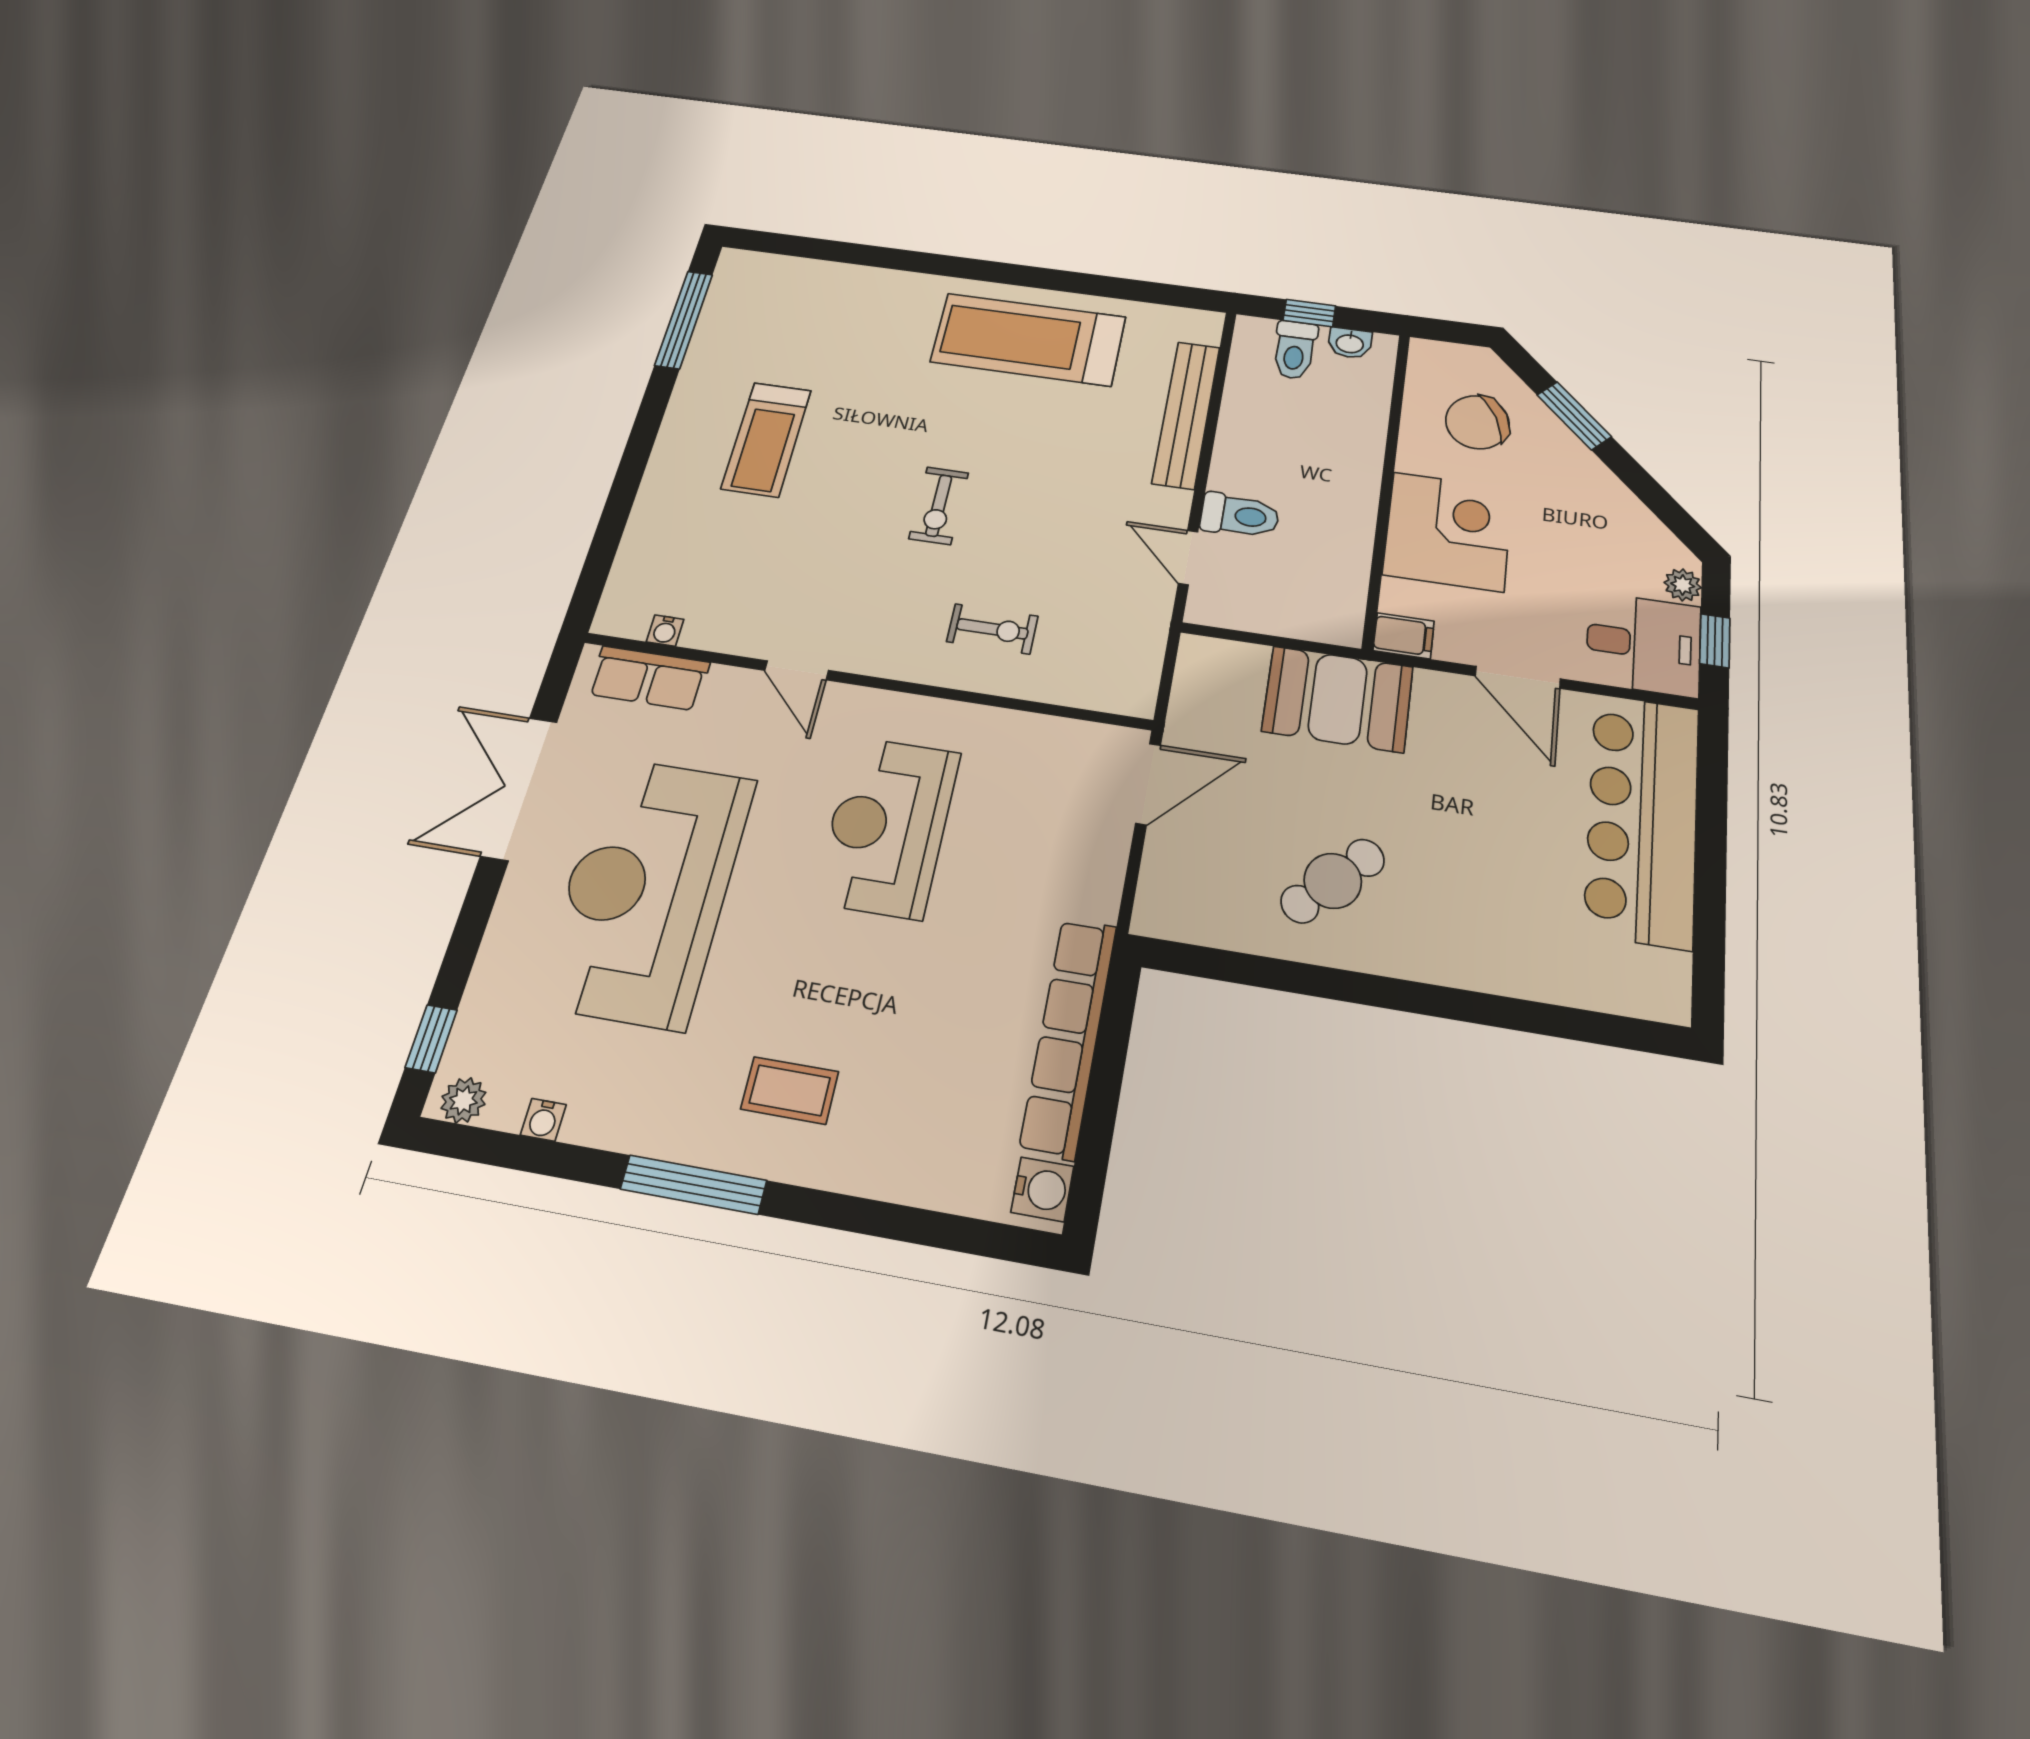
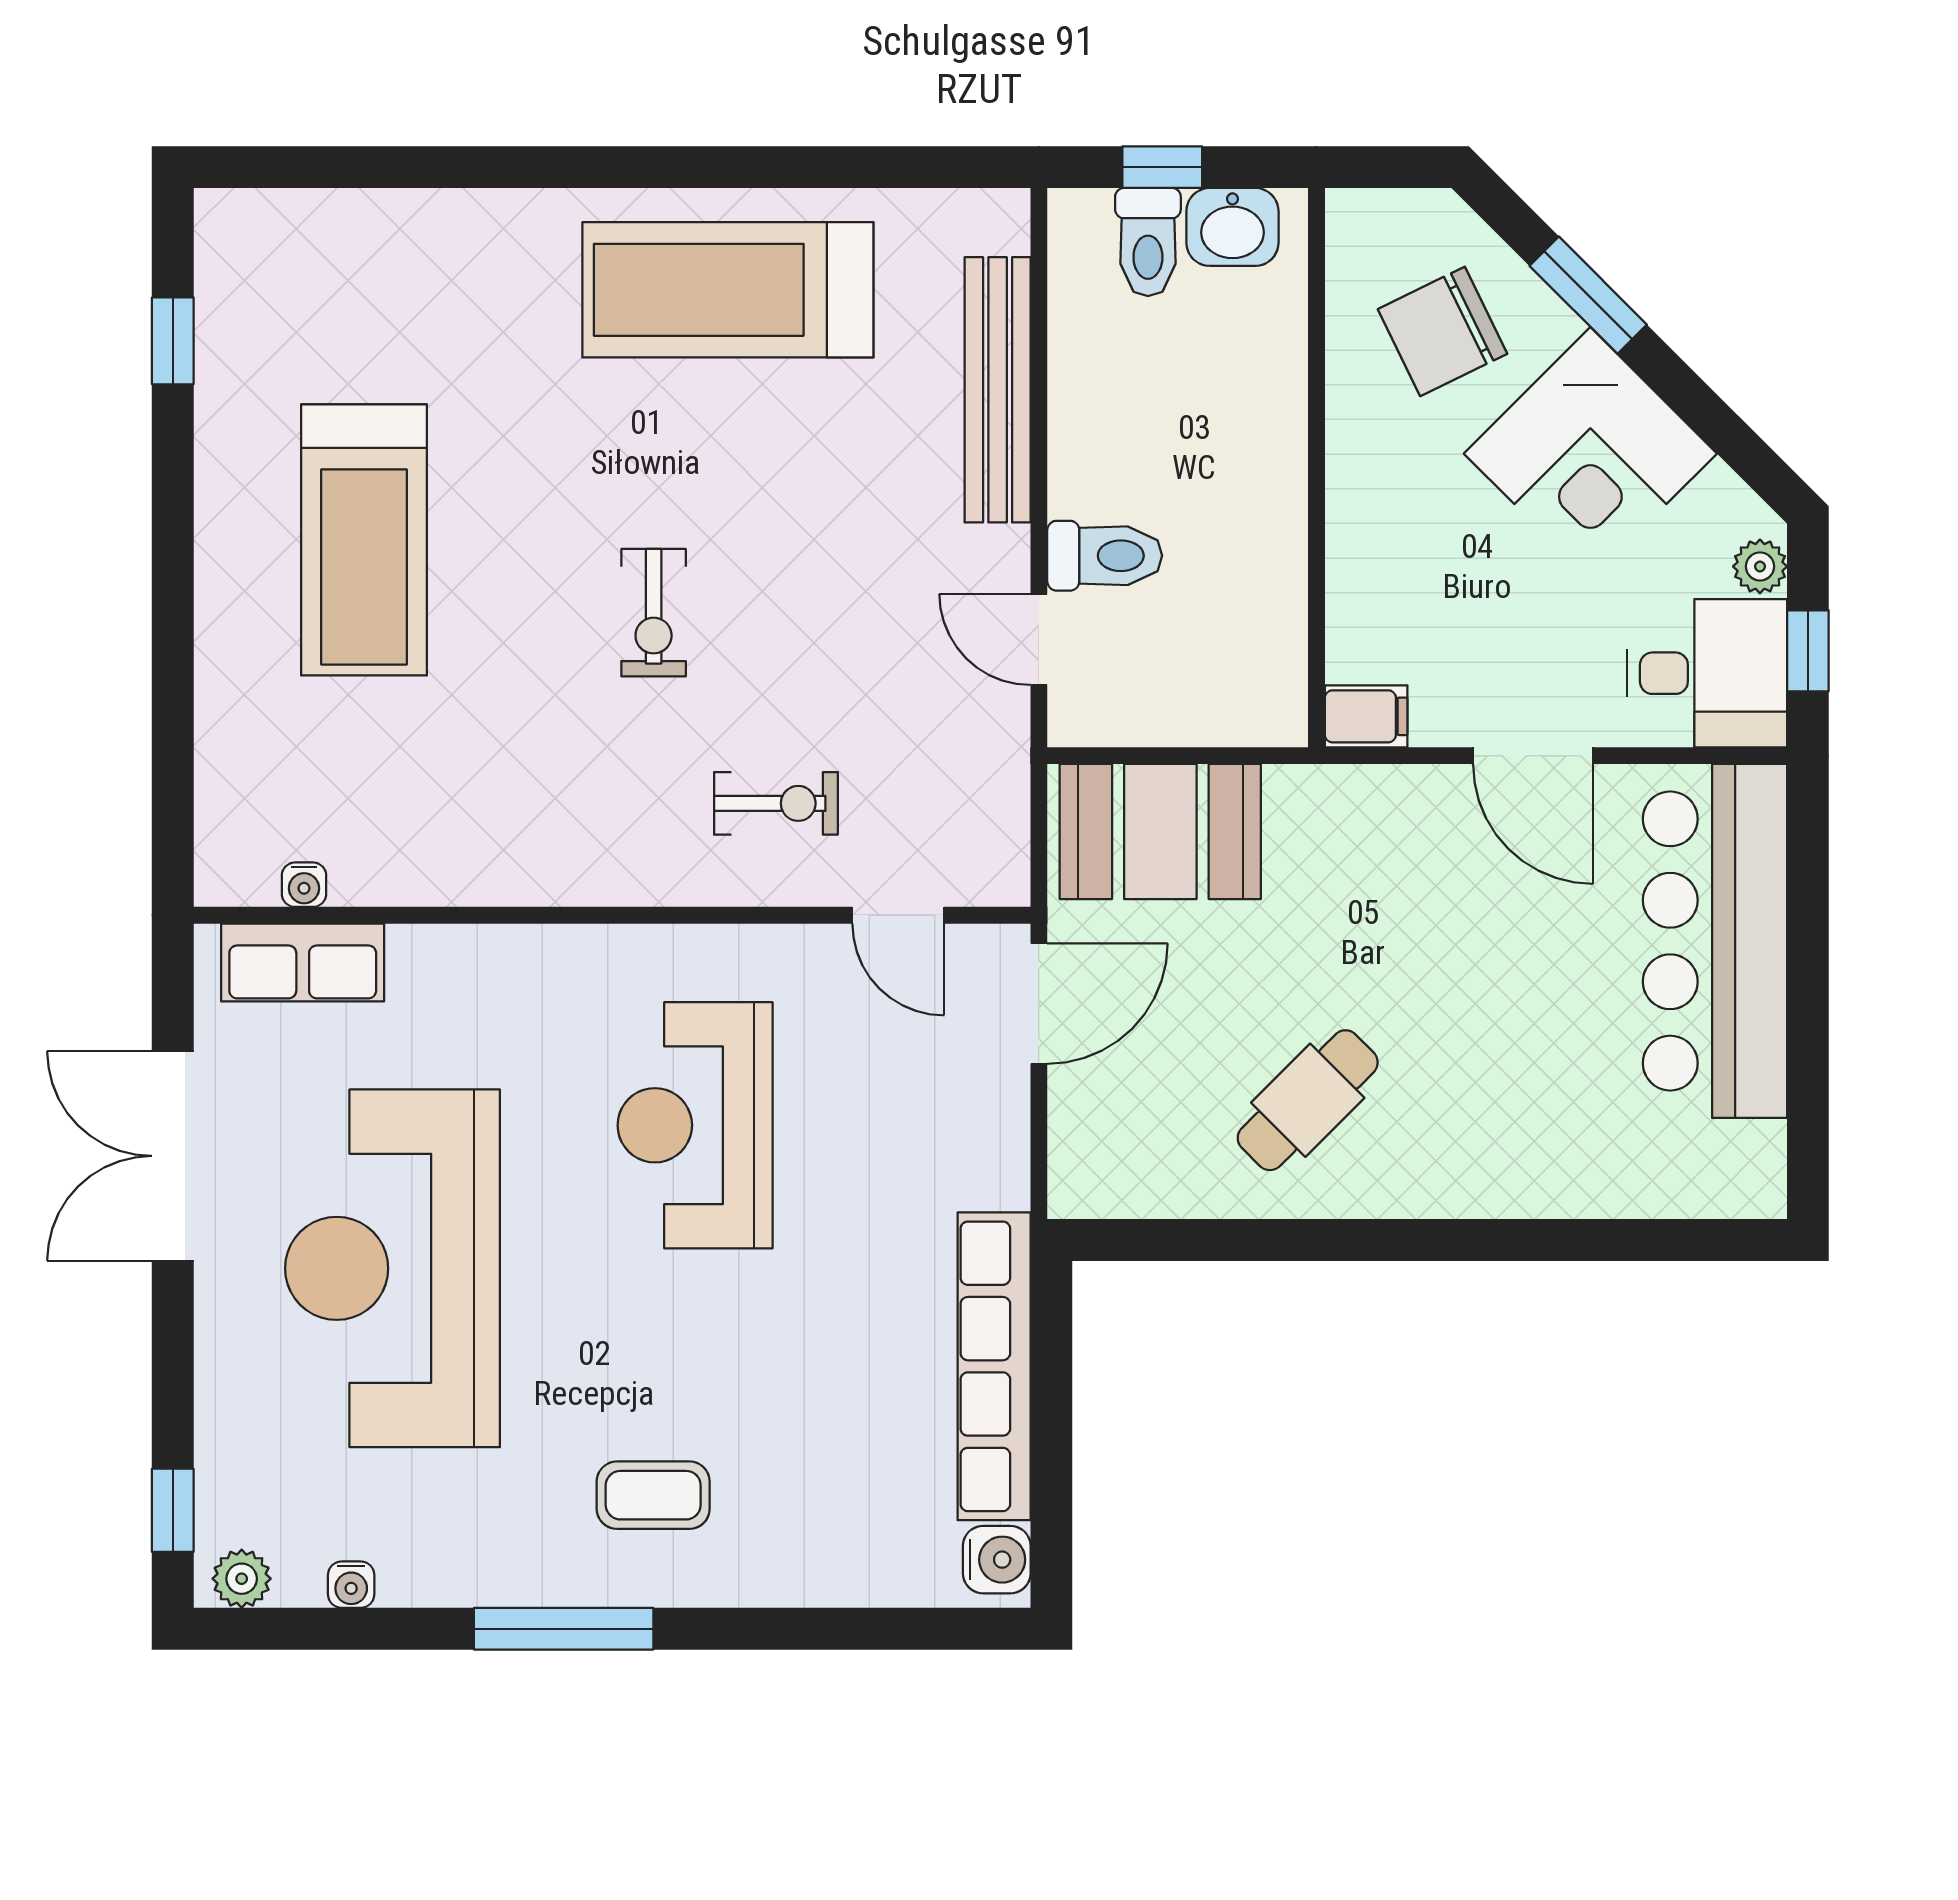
window: (684, 320) -> (173, 341), width x0.46
washbasin: (1350, 343) -> (1232, 227), width x1.38, depth x1.45
treadmill: (766, 439) -> (364, 540), width x1.37, depth x1.38
corner desk: (1448, 531) -> (1590, 454), moved, turned 135
door: (797, 670) -> (898, 915), moved
booth: (1338, 699) -> (1160, 831), moved

